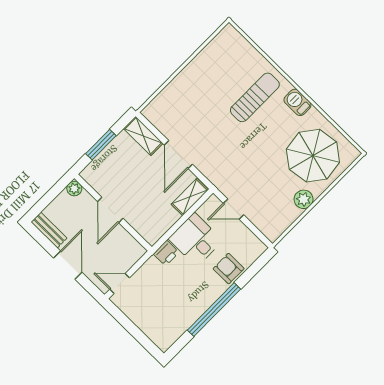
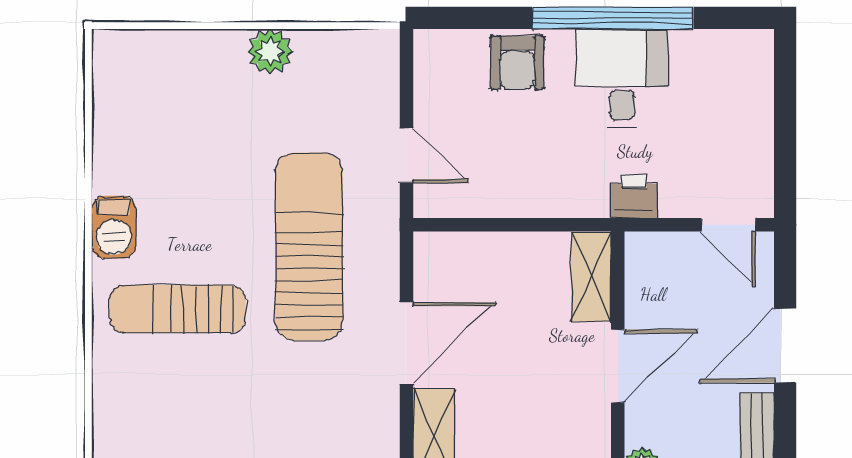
sun lounger: (235, 154) -> (309, 247), added
parasol: (313, 156) -> (179, 110), removed
shelving: (190, 197) -> (591, 277), moved, turned 90
desk: (196, 240) -> (622, 78), moved, turned 180
printer: (166, 253) -> (634, 197), moved

